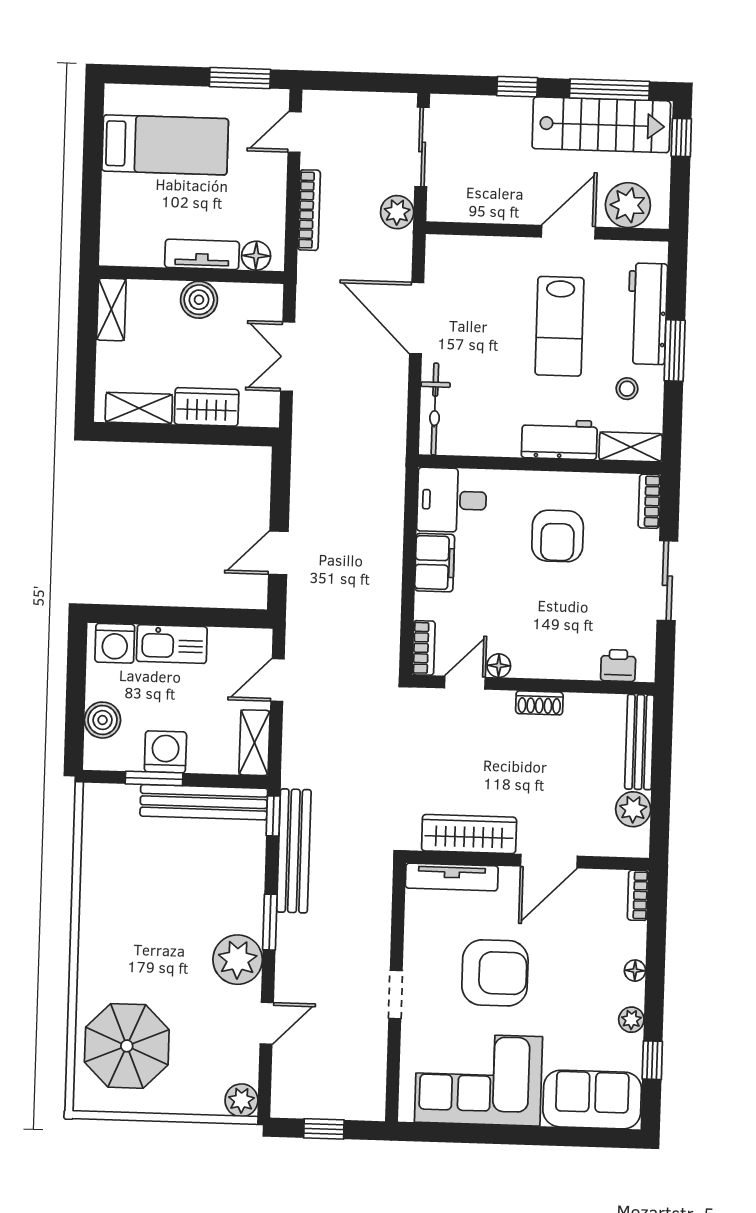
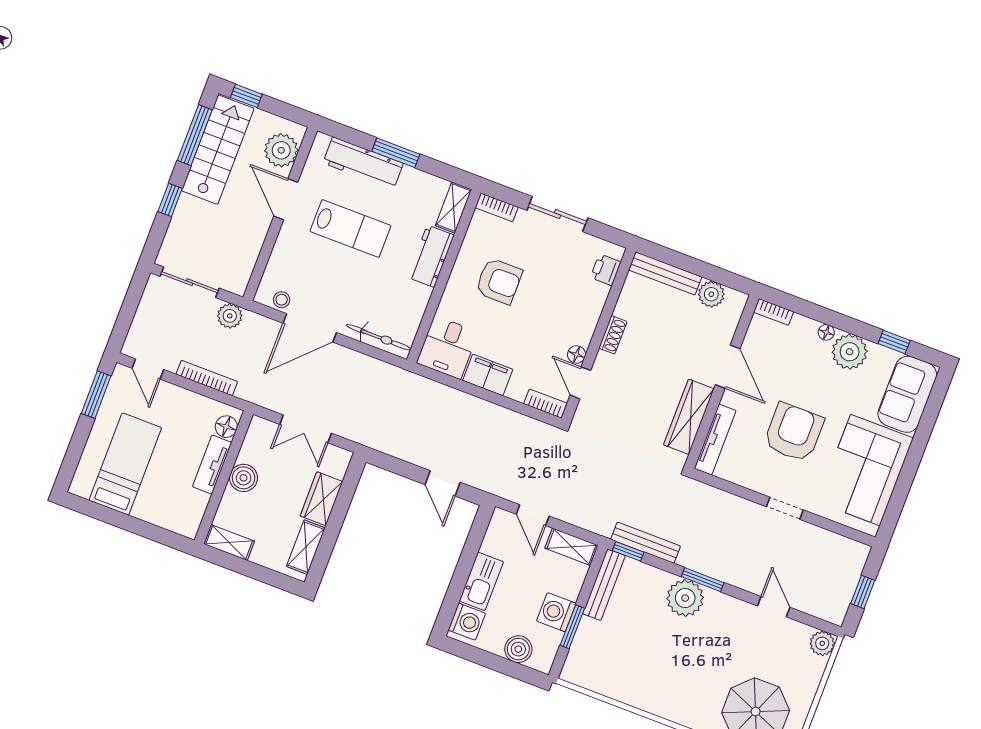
stool: (627, 389) -> (282, 300), moved
bench: (204, 802) -> (604, 585), width x0.73, depth x0.82
bench: (294, 851) -> (646, 543), width x0.73, depth x0.82
plant: (238, 960) -> (685, 598), moved
plant: (631, 1020) -> (850, 352), width x1.88, depth x1.88

